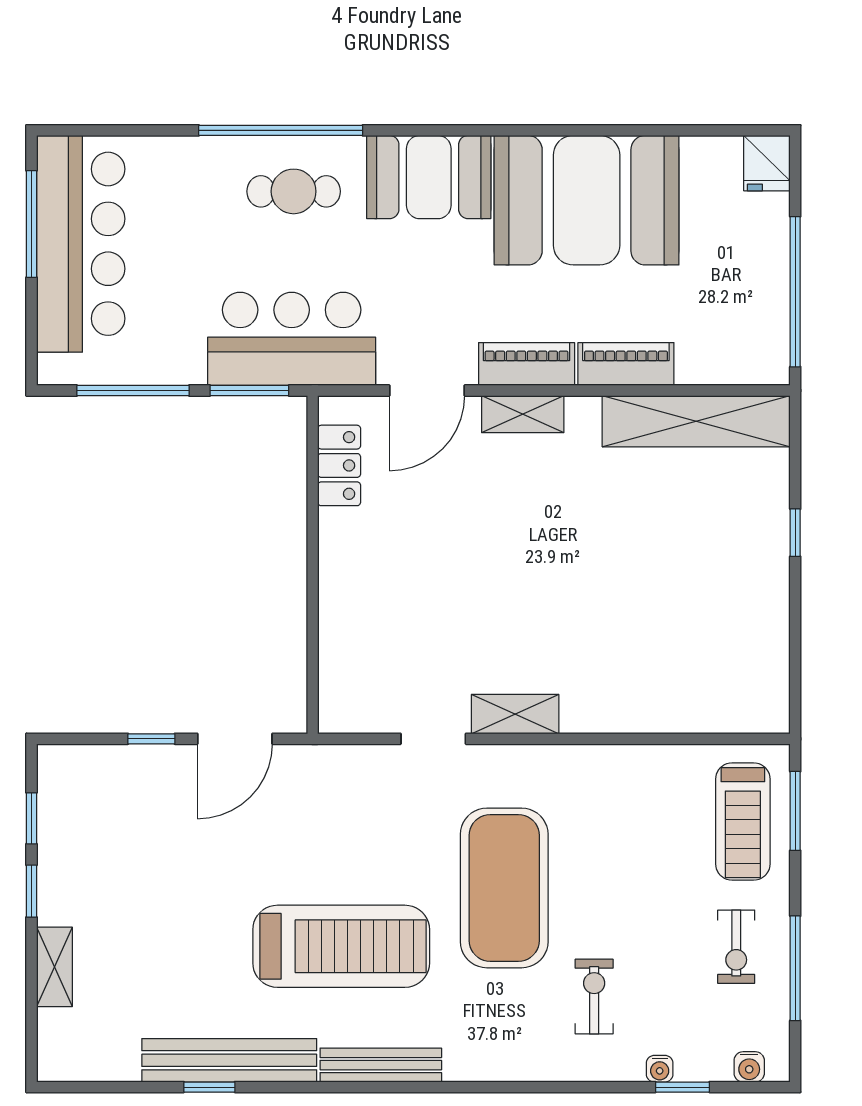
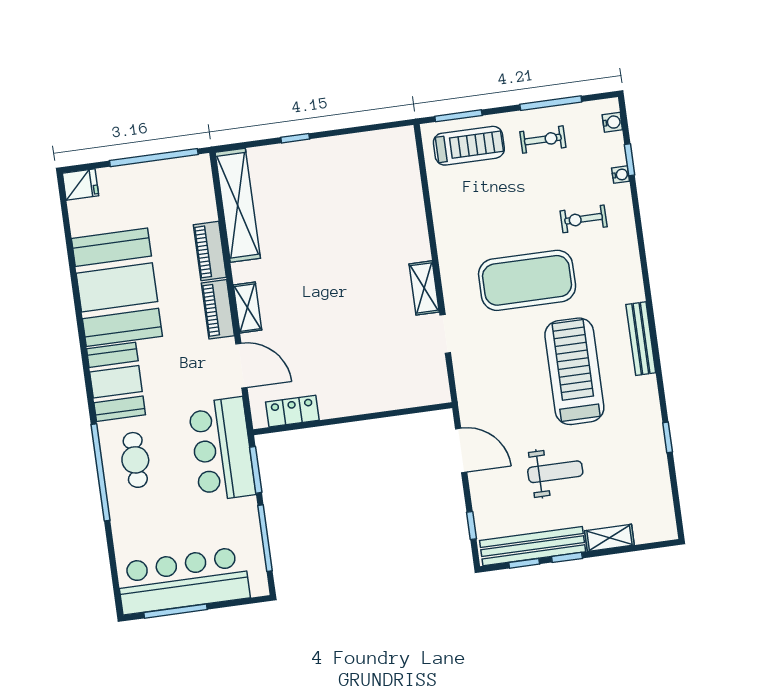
window: (151, 739) -> (471, 525), moved
weight bench: (178, 891) -> (555, 472), added
bench: (229, 1060) -> (533, 546), moved, turned 90

